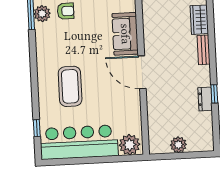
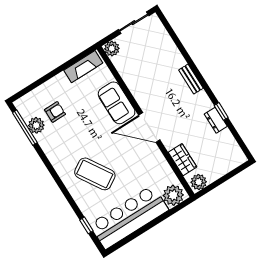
wardrobe: (199, 20) -> (182, 160), moved, turned 180
coffee table: (70, 86) -> (95, 174), turned -32
plant: (178, 145) -> (199, 182), moved

